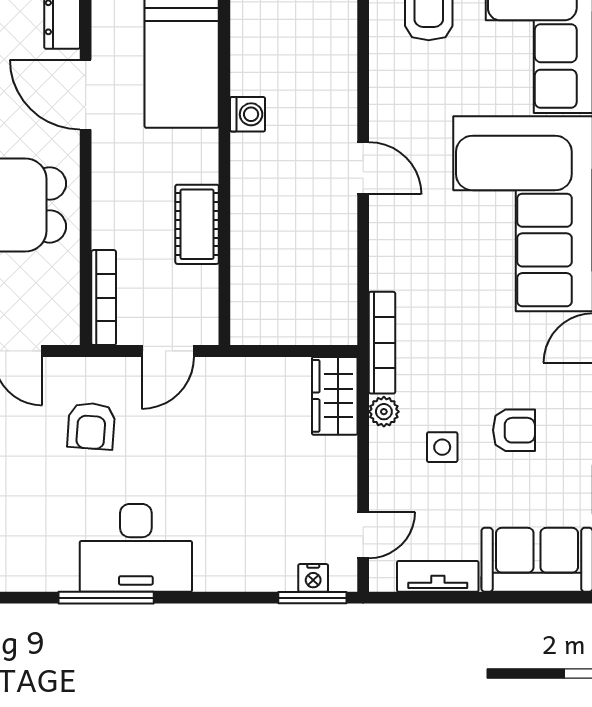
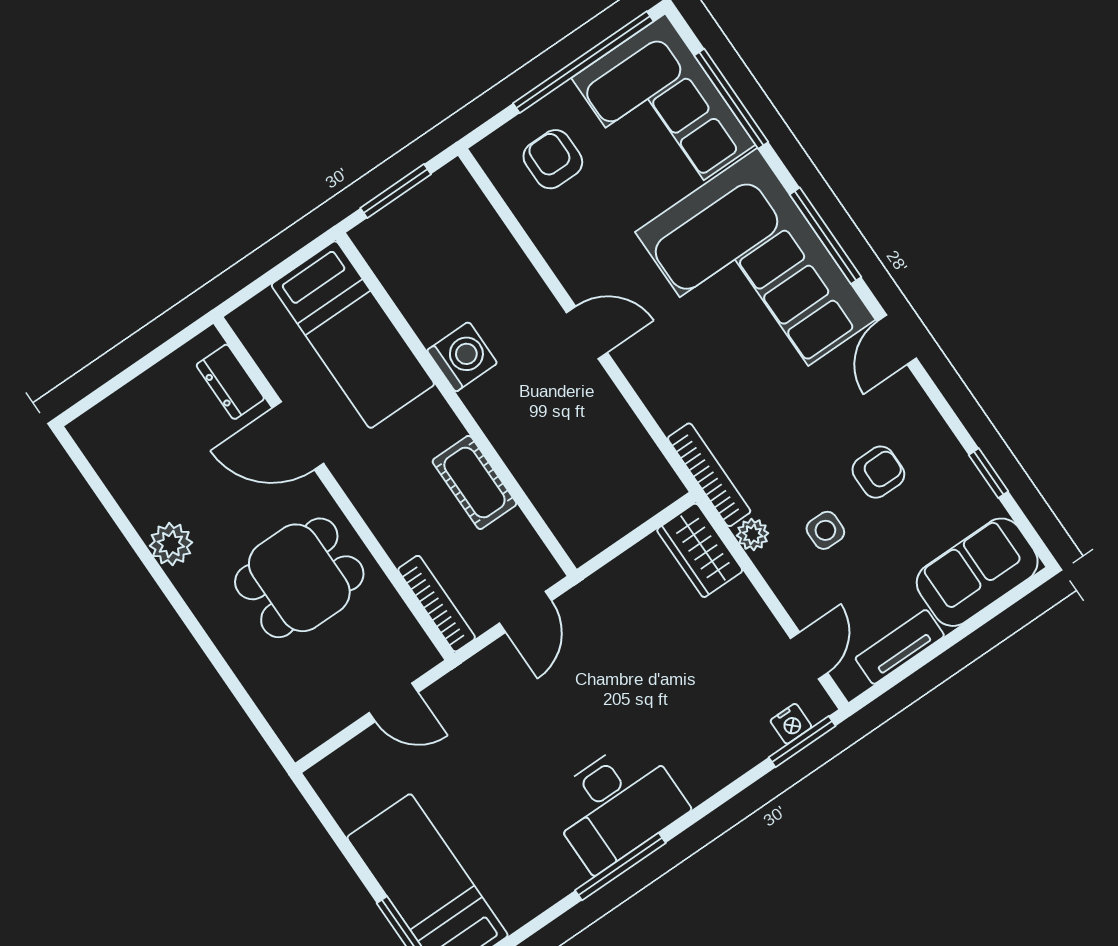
washing machine: (248, 114) -> (462, 357), width x1.38, depth x1.38
armchair: (91, 426) -> (503, 724), removed

